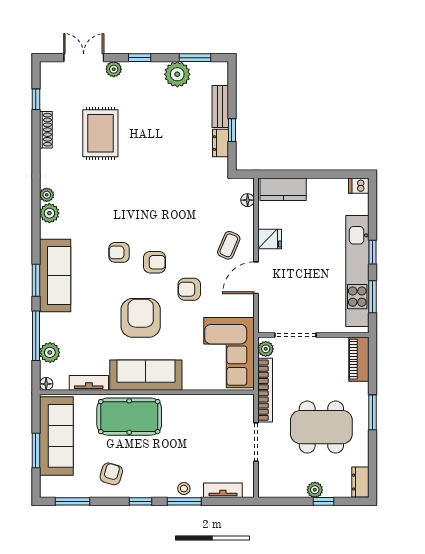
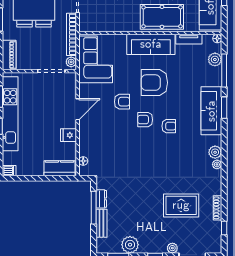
window: (232, 130) -> (94, 208), width x2.17
rug: (100, 133) -> (181, 205), turned 90
coffee table: (229, 245) -> (96, 131), removed
armchair: (141, 318) -> (154, 83), turned 90

